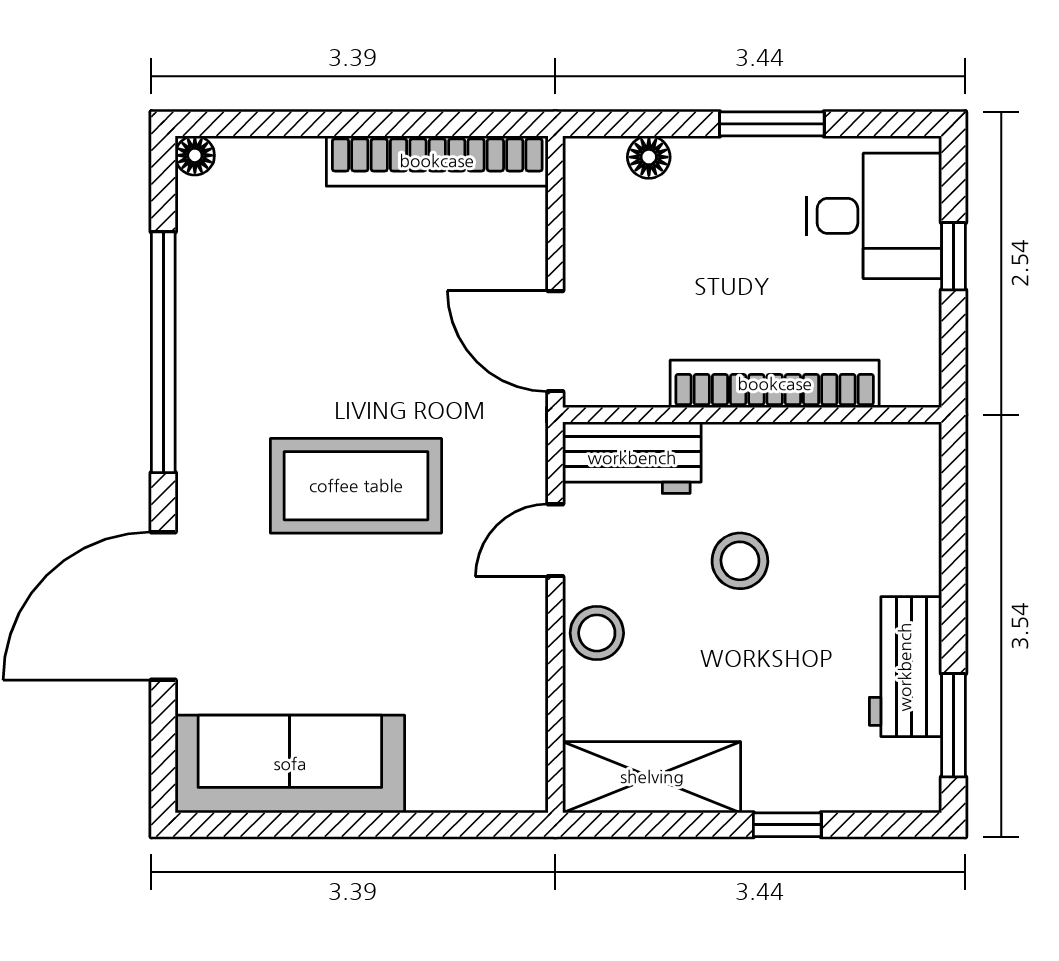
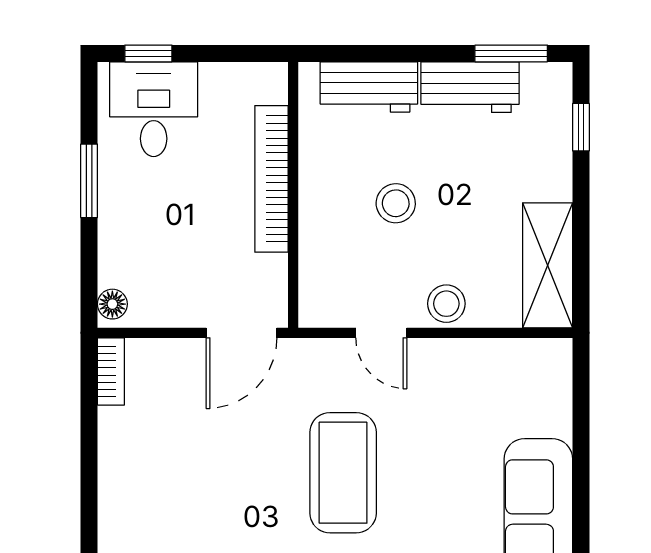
floor lamp: (649, 157) -> (112, 304), moved
bookcase: (437, 161) -> (111, 371), width x0.43, depth x0.76
window: (953, 256) -> (148, 53), moved
workbench: (632, 458) -> (369, 87), moved, turned 90
window: (787, 825) -> (581, 127), moved

